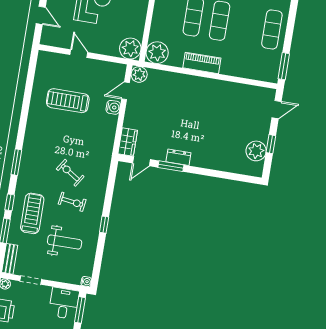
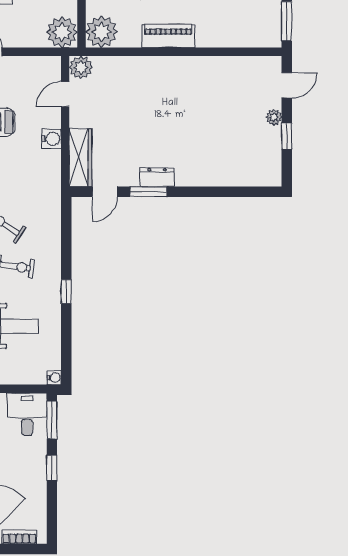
water cooler: (113, 107) -> (51, 139), moved
wardrobe: (128, 142) -> (80, 158), width x1.50
plant: (256, 151) -> (274, 117), moved, width x0.53, depth x0.53

